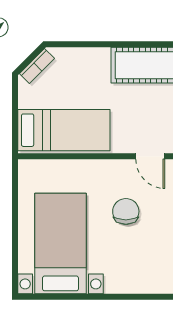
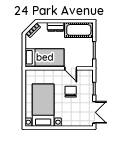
dresser: (90, 58) -> (56, 27), added
door: (150, 156) -> (71, 68), moved

